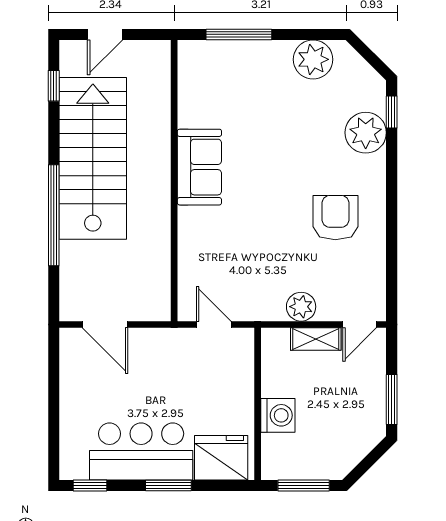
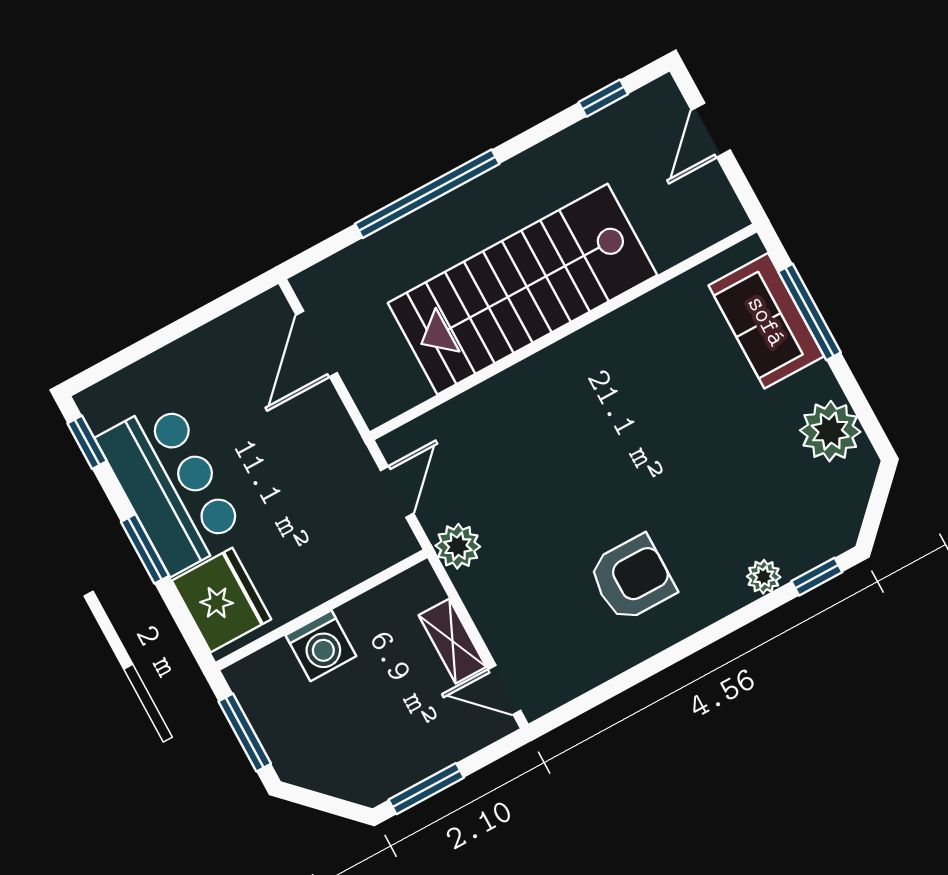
door: (105, 34) -> (711, 130), hinge flipped
plant: (366, 133) -> (764, 577), width x0.53, depth x0.53
stairs: (93, 158) -> (522, 289), moved, turned 180
sofa: (199, 167) -> (766, 321), moved, turned 90
plant: (301, 307) -> (458, 546), moved

